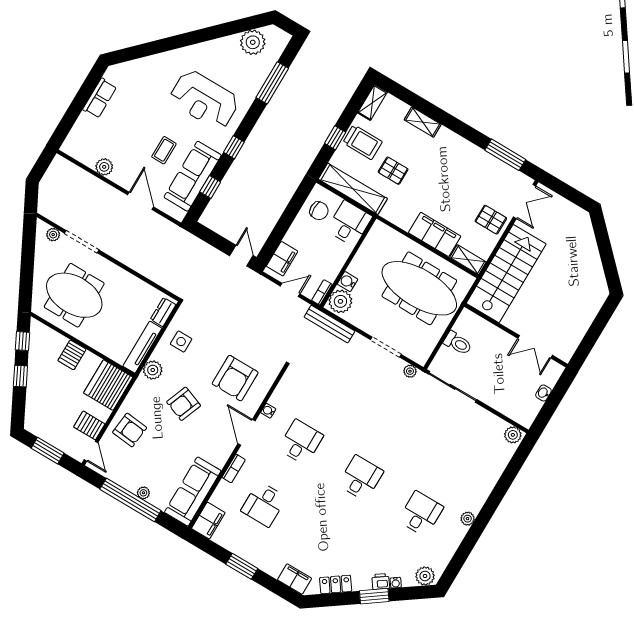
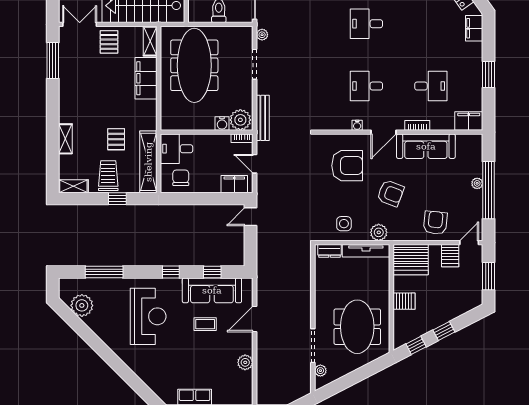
sofa: (193, 491) -> (426, 146), moved

